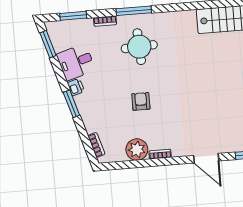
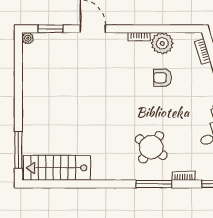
round table: (139, 47) -> (151, 147), turned 38
armchair: (141, 101) -> (162, 78), moved, turned 90

